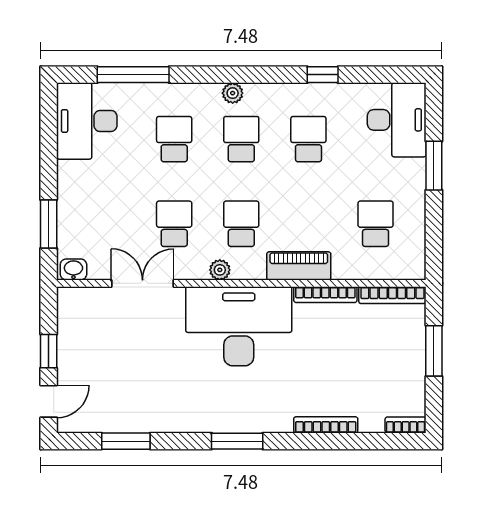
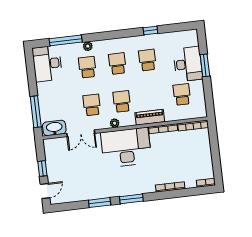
plant: (233, 93) -> (88, 46), moved
desk: (397, 120) -> (188, 64), moved
window: (49, 224) -> (36, 112), width x1.44
washbasin: (73, 269) -> (54, 128), width x1.91, depth x1.45
double door: (143, 283) -> (81, 133), swing flipped
window: (434, 351) -> (215, 148), removed
window: (126, 441) -> (100, 203), moved

